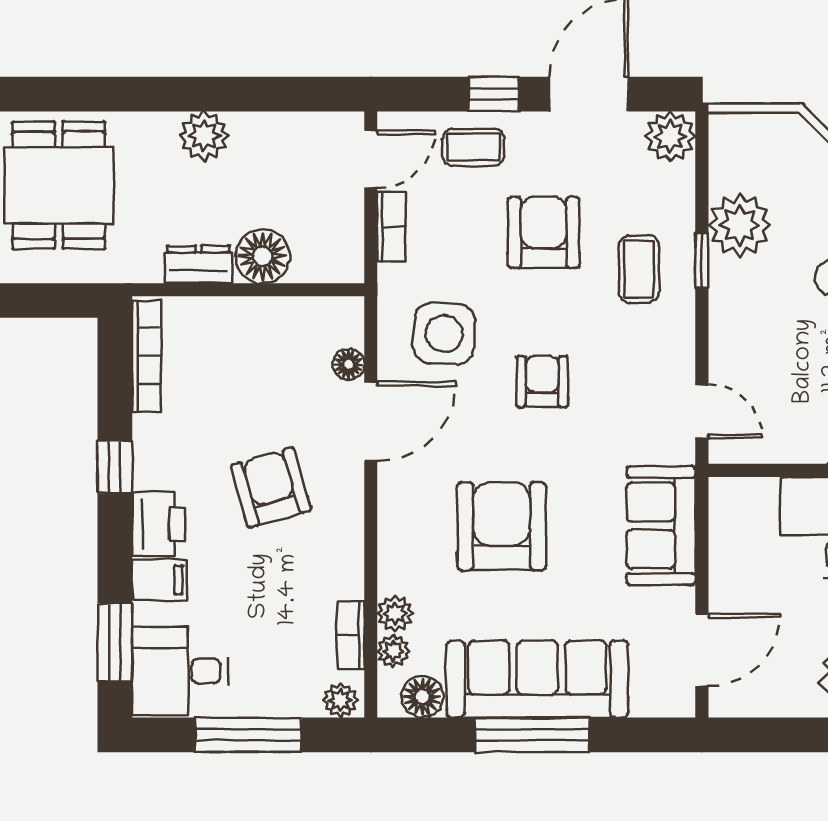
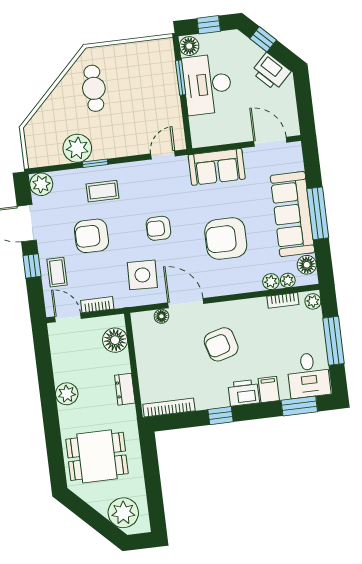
floor lamp: (263, 256) -> (115, 340), moved

